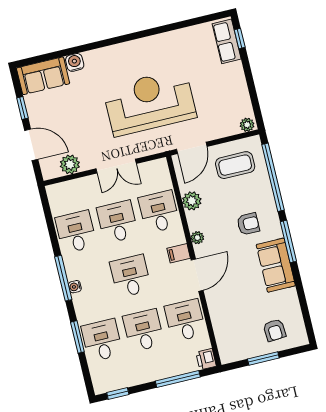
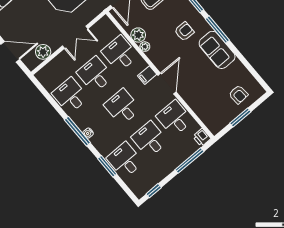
plant: (197, 238) -> (145, 47), moved

